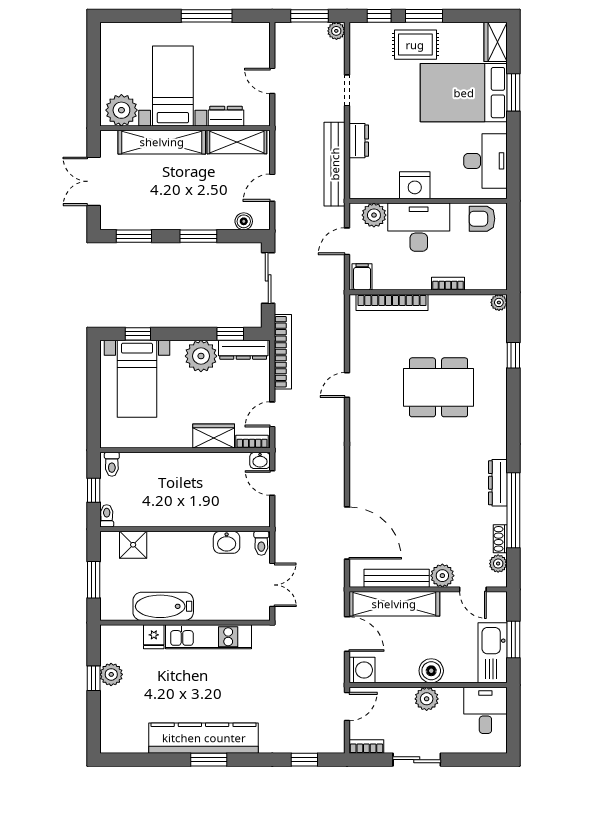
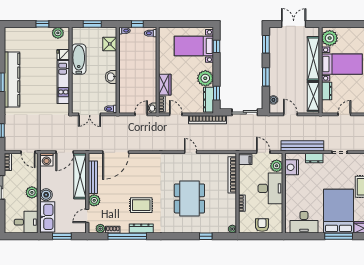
window: (513, 92) -> (339, 236), width x1.44
nightstand: (415, 185) -> (292, 167), moved
armchair: (482, 219) -> (262, 225), moved
rug: (452, 483) -> (141, 205), added
washbasin: (227, 542) -> (111, 77), moved
kitchen sink: (493, 653) -> (47, 217), moved, turned 90
plant: (111, 674) -> (58, 33), moved

